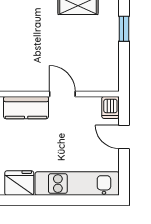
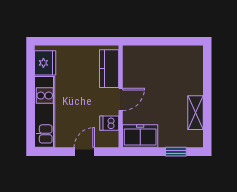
freezer: (106, 71) -> (140, 136), added
dishwasher: (110, 107) -> (109, 123), moved

